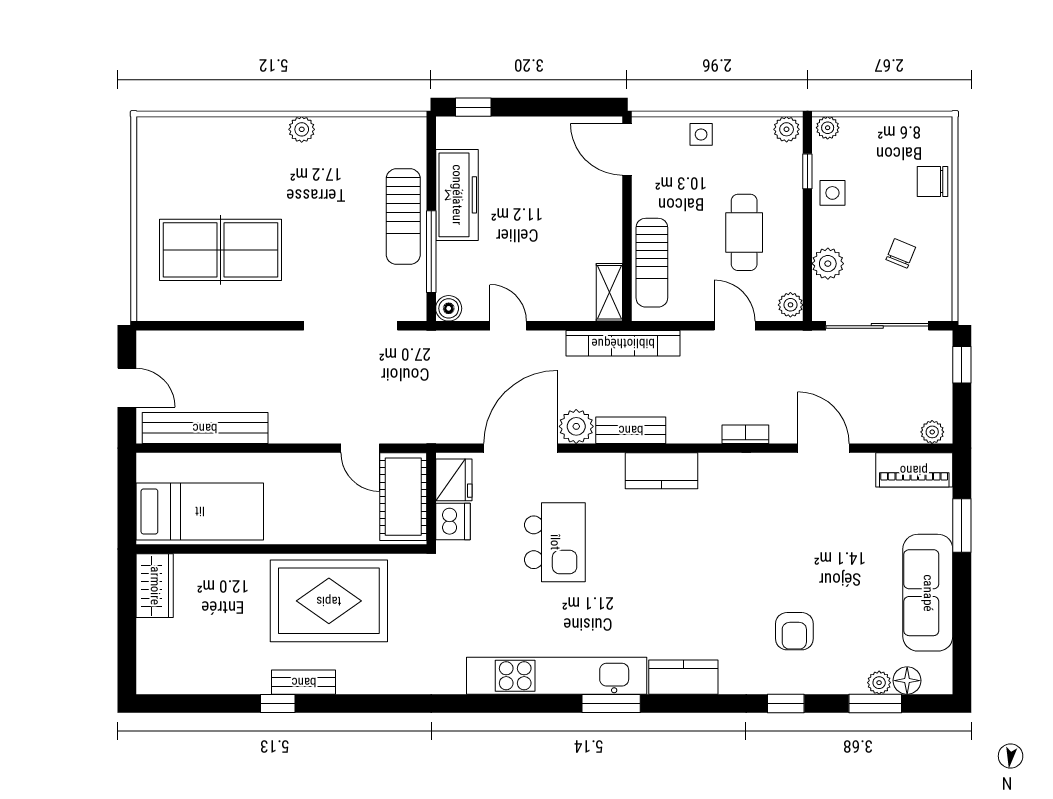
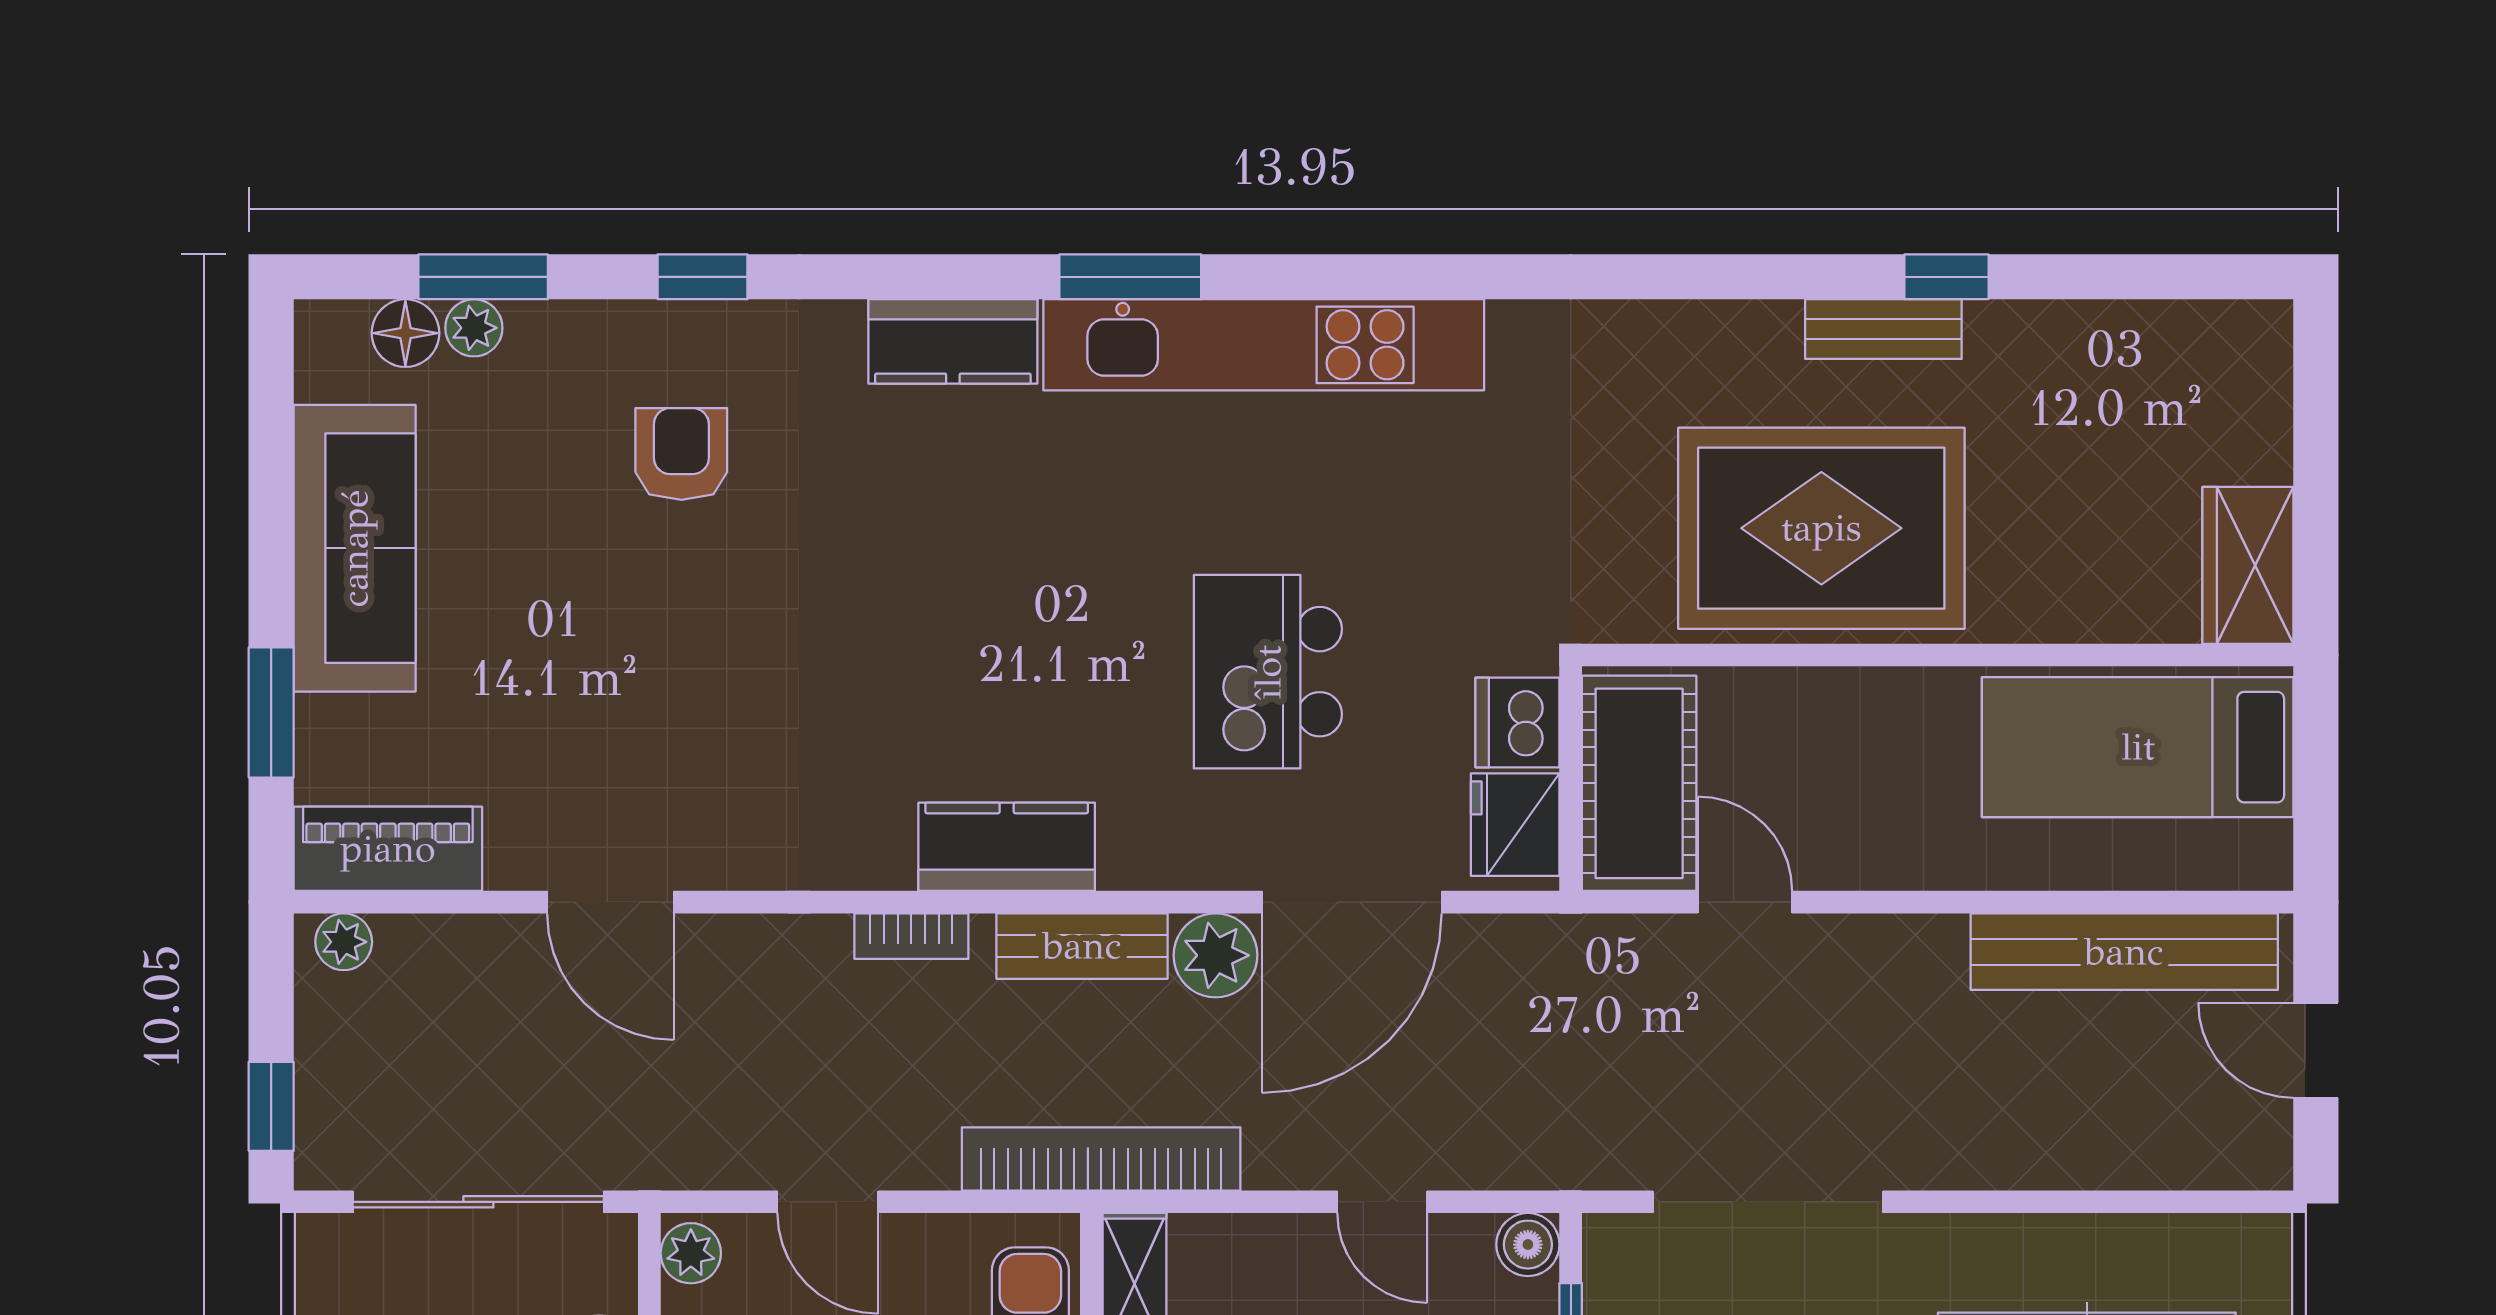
bookcase: (745, 434) -> (911, 936), moved

